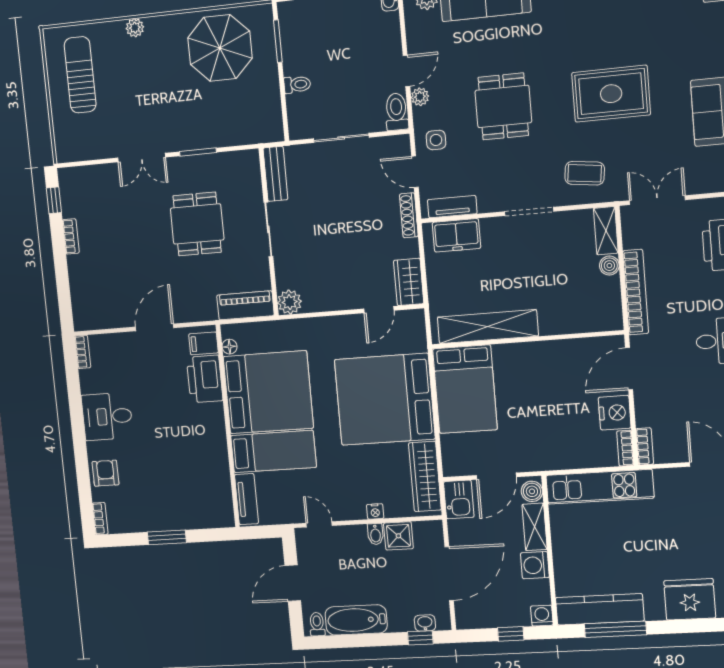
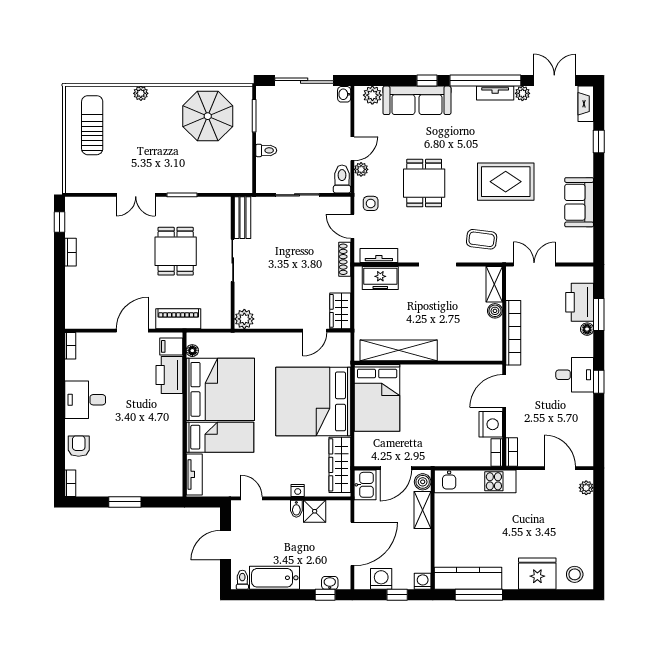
piano: (245, 305) -> (178, 319), moved
washing machine: (535, 565) -> (381, 579), moved, turned 90

